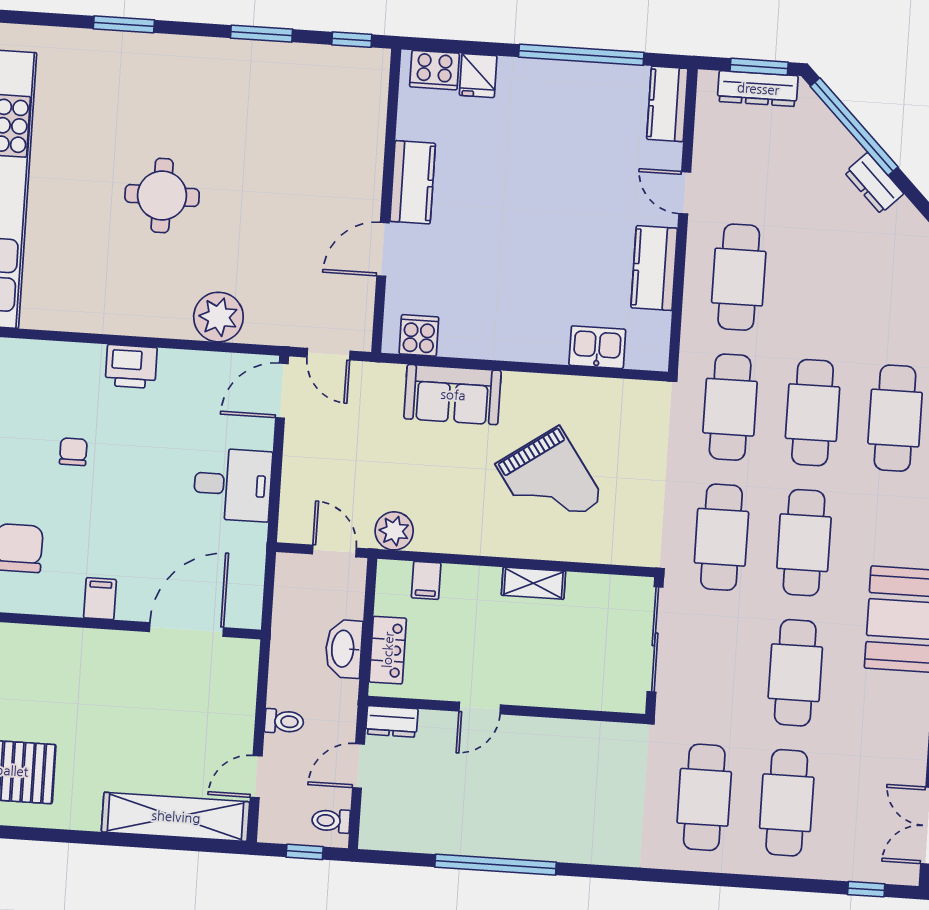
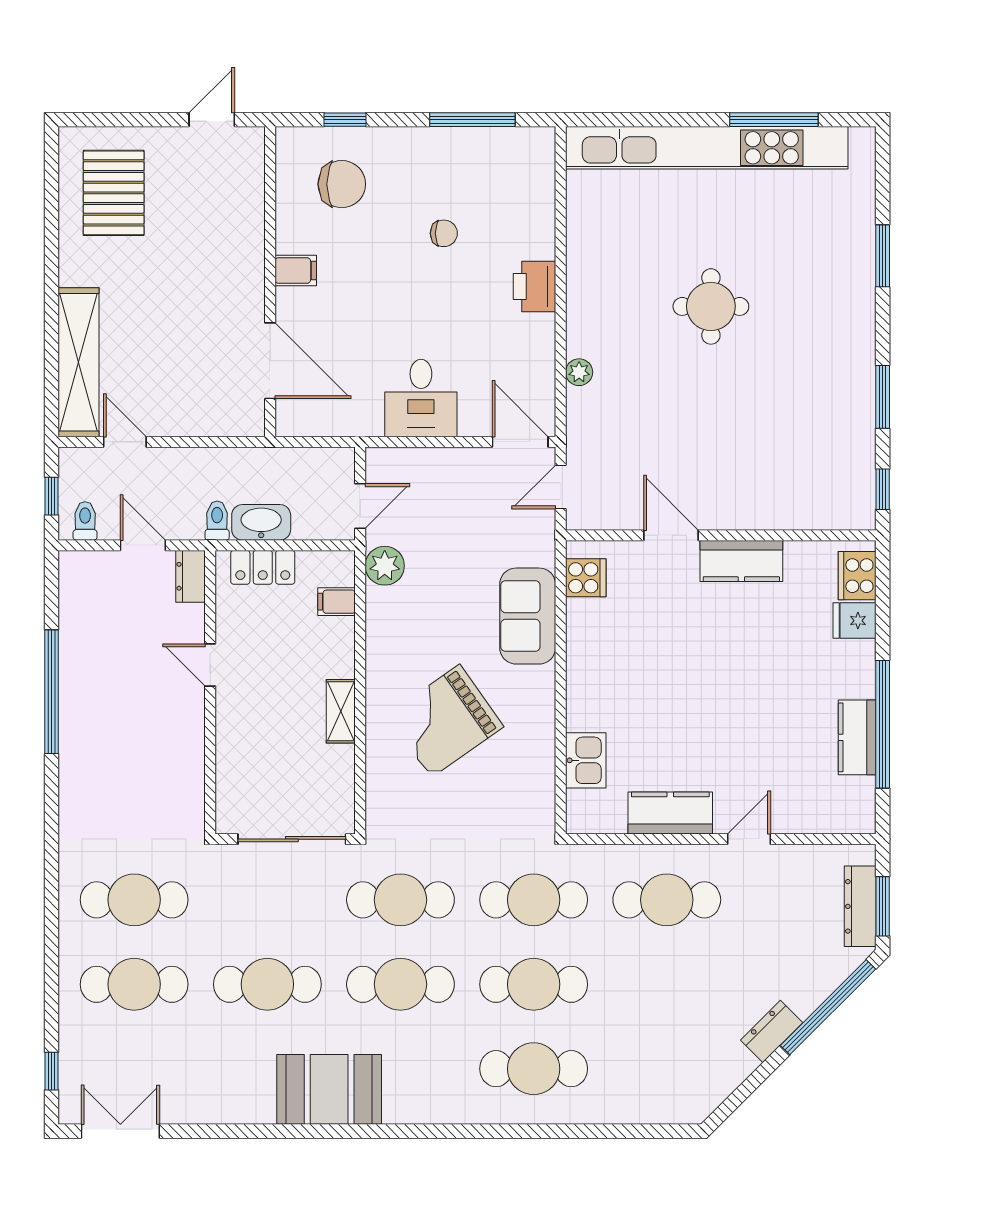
kitchen counter: (667, 104) -> (857, 737), moved, turned -90
plant: (218, 317) -> (579, 372), width x0.53, depth x0.53
toilet: (284, 721) -> (217, 521), moved, turned 180

